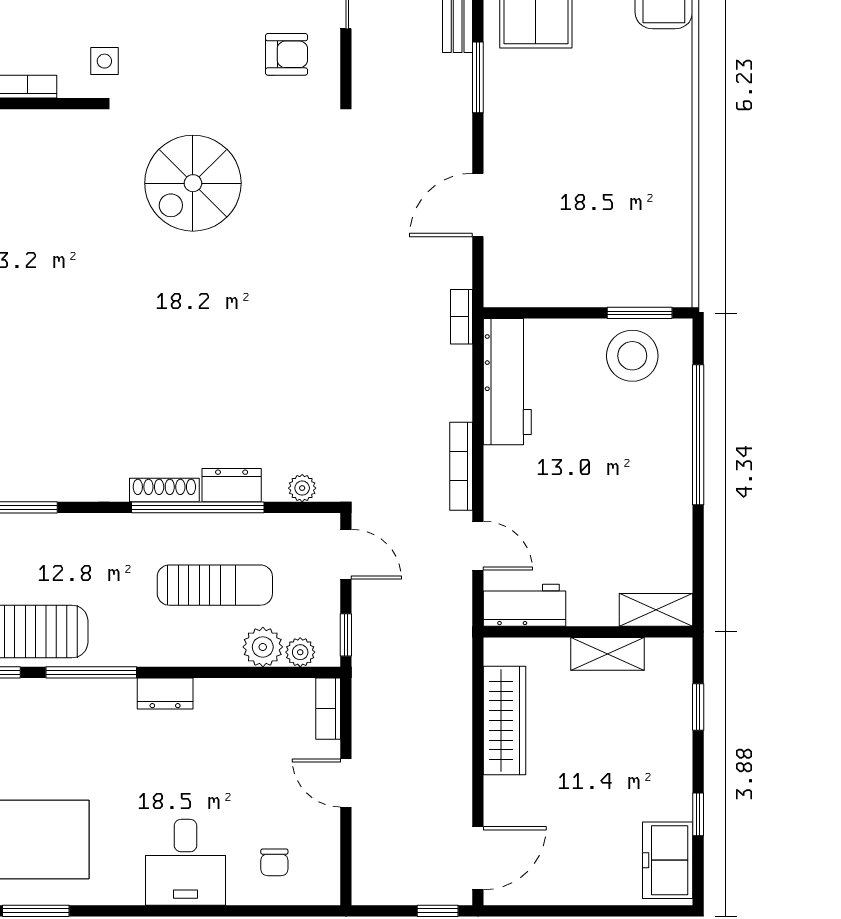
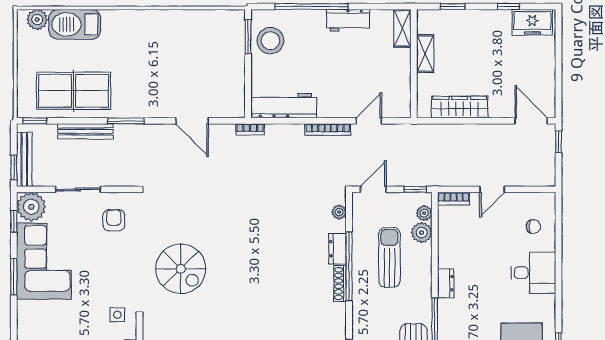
workbench: (525, 605) -> (348, 20), moved, turned -90

